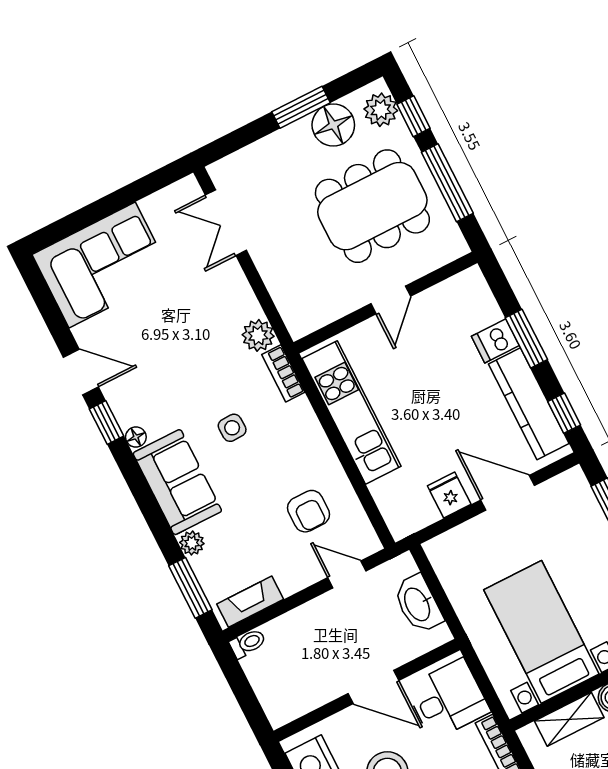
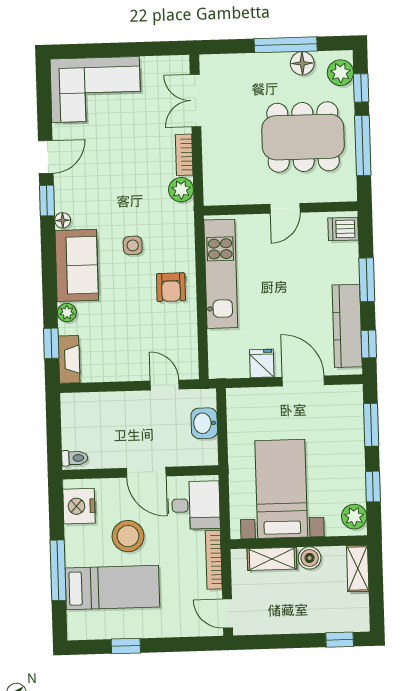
window: (301, 107) -> (286, 45), width x1.44
floor lamp: (333, 125) -> (302, 63), width x0.73, depth x0.73
dishwasher: (495, 341) -> (343, 229), moved
door: (81, 372) -> (46, 157), hinge flipped
bookcase: (283, 373) -> (184, 155), moved
armchair: (309, 511) -> (171, 287), moved
window: (190, 588) -> (51, 343), width x0.67
fireplace: (250, 602) -> (69, 359), moved, turned 90
washbasin: (418, 604) -> (204, 423), width x0.72
toilet: (248, 643) -> (75, 458), moved

